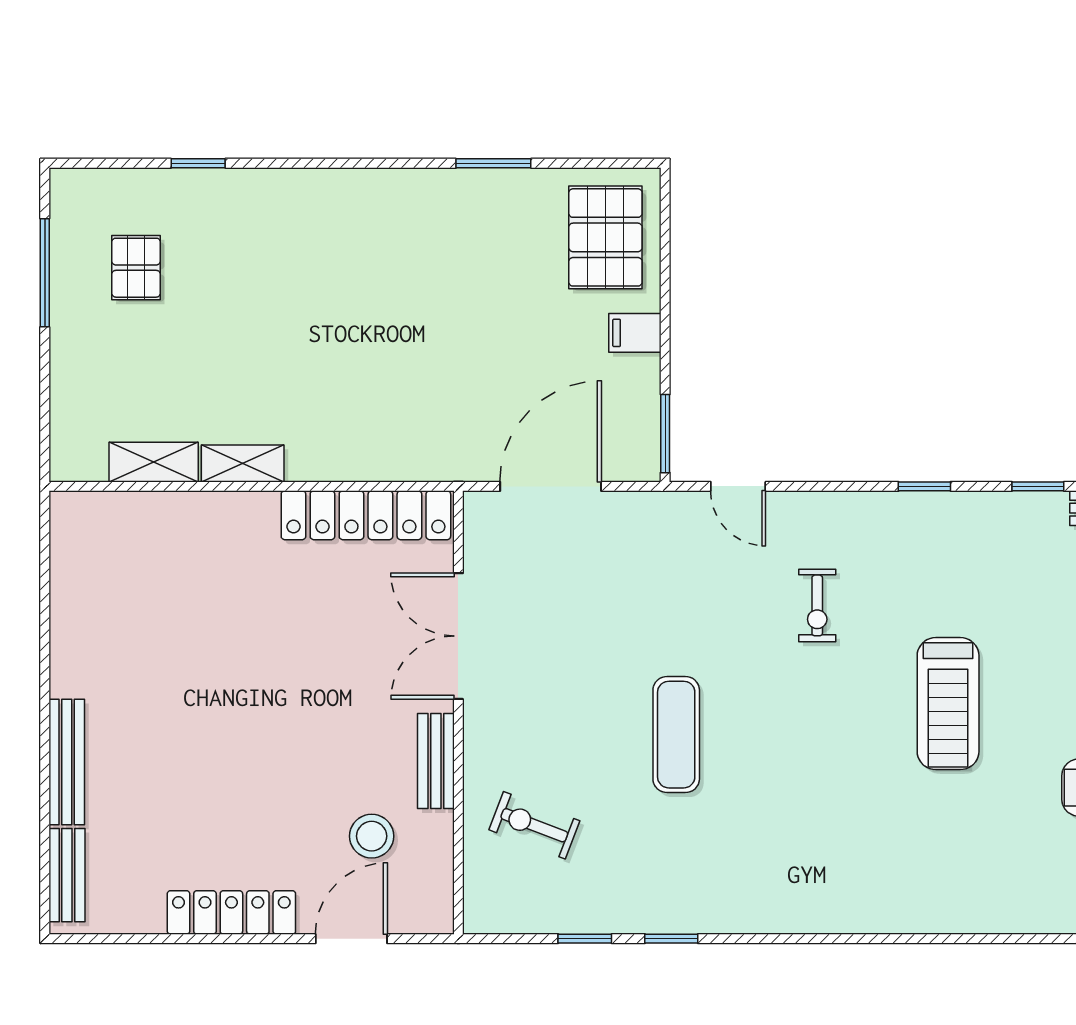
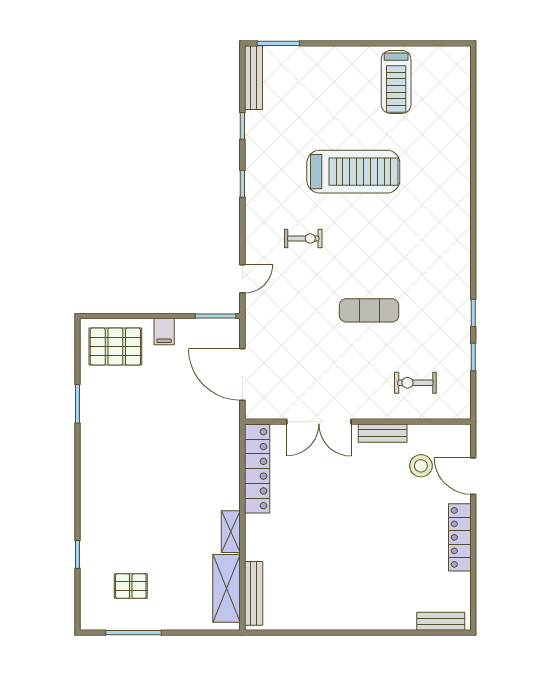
shelving: (154, 462) -> (227, 588), width x1.50, depth x1.33
treadmill: (948, 704) -> (353, 172), width x1.37, depth x1.38
bench: (67, 762) -> (254, 593), moved, turned 90
exercise bike: (534, 825) -> (415, 383), turned 69

